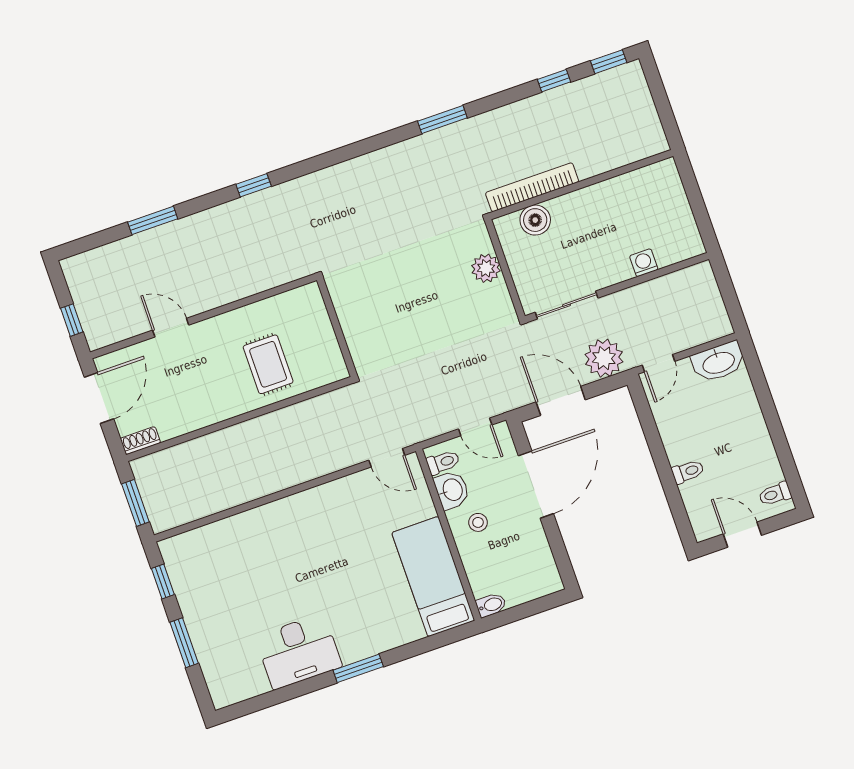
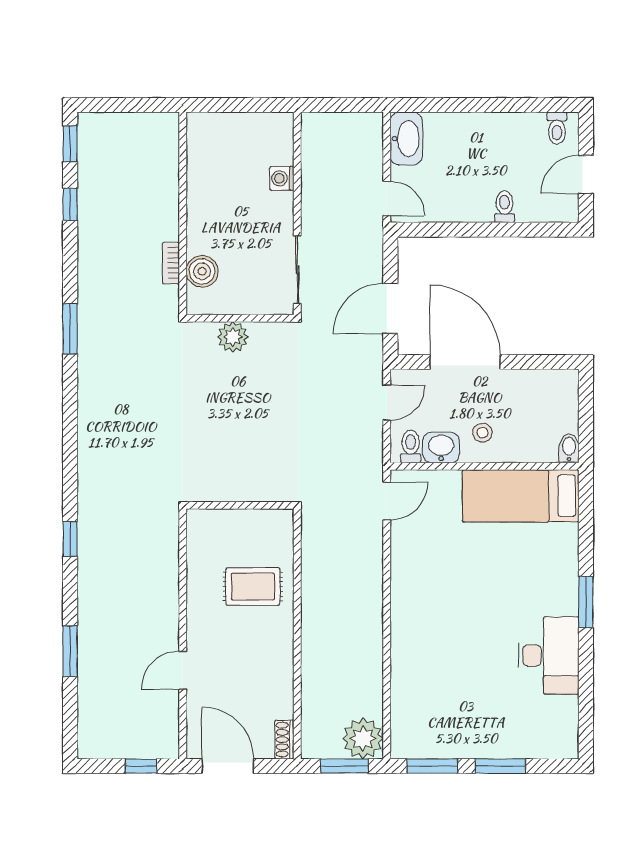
bookcase: (532, 187) -> (171, 263), width x0.43, depth x0.76
plant: (604, 358) -> (363, 739), moved
window: (163, 582) -> (432, 766), width x1.50

